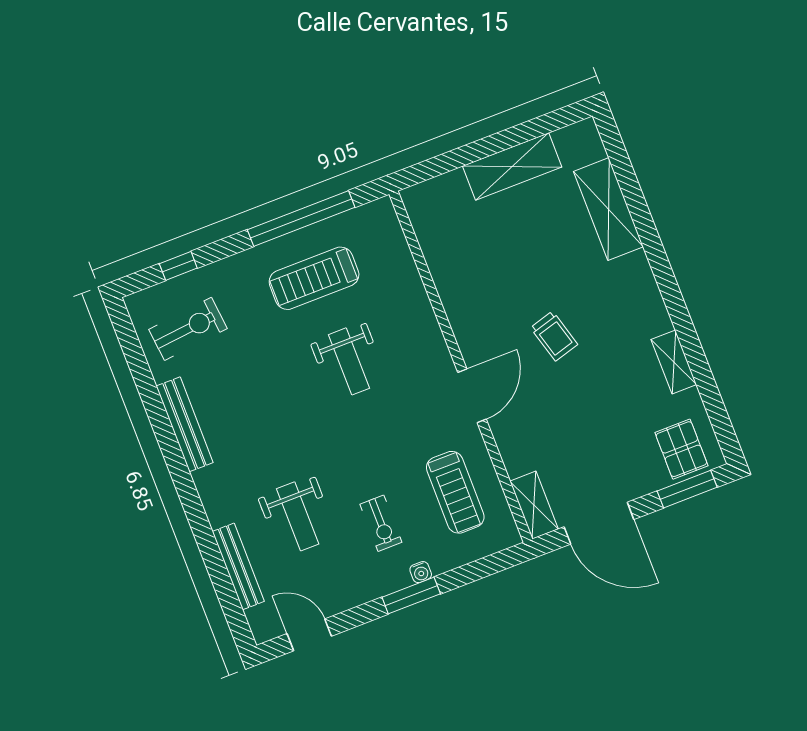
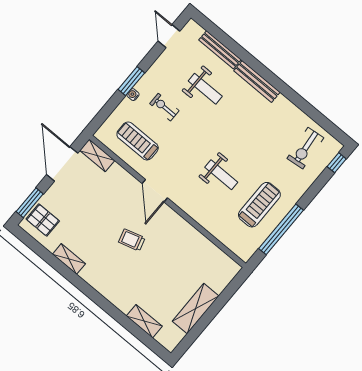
shelving: (608, 209) -> (144, 321), width x0.67, depth x0.75
window: (178, 266) -> (337, 163), moved
weight bench: (349, 361) -> (221, 175), turned 180
bench: (185, 424) -> (257, 81), moved
weight bench: (298, 516) -> (205, 89), turned 180
door: (599, 523) -> (62, 164), hinge flipped
door: (309, 635) -> (169, 36), swing flipped

